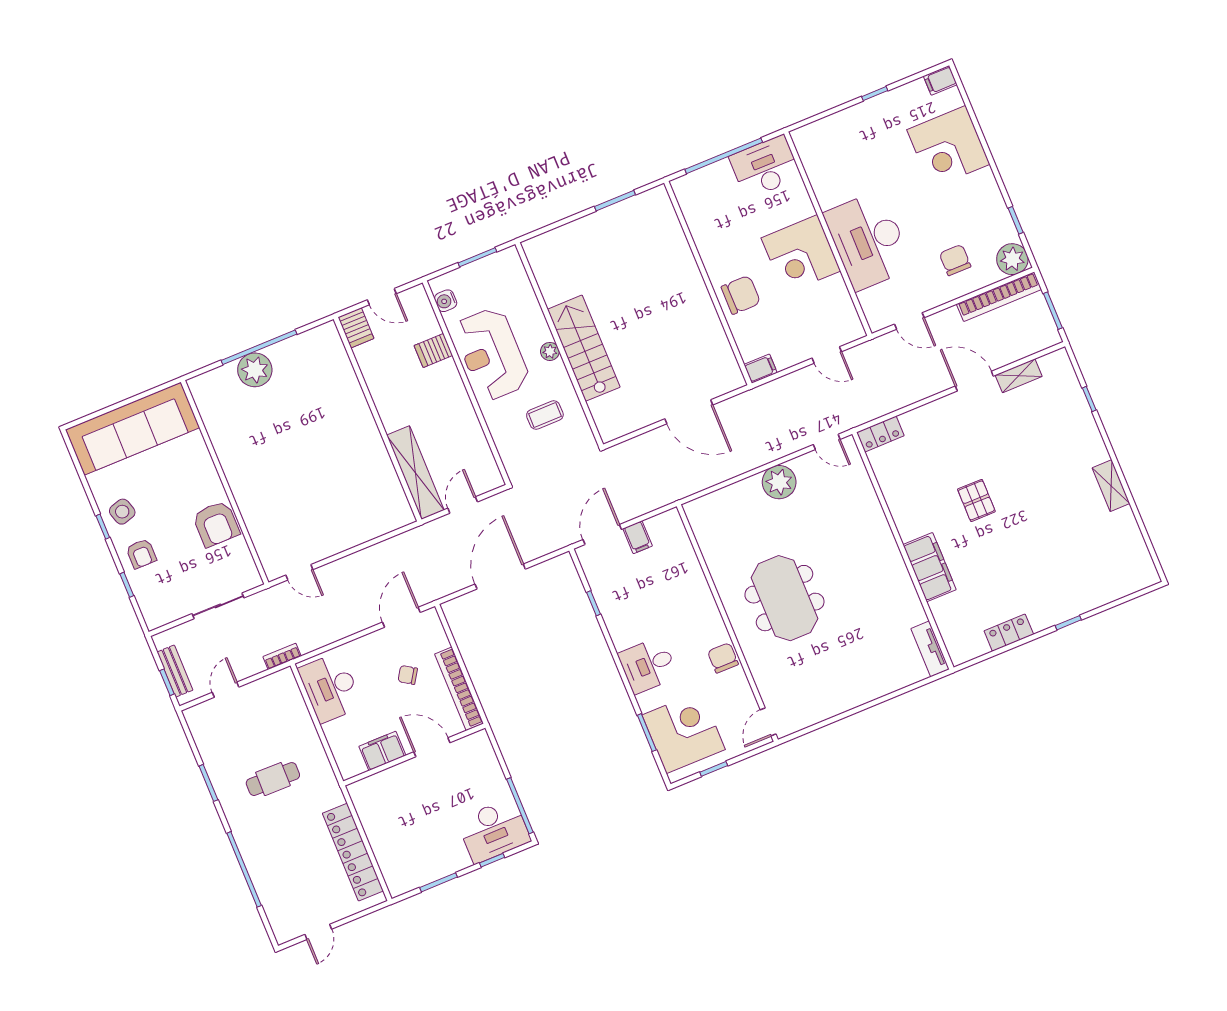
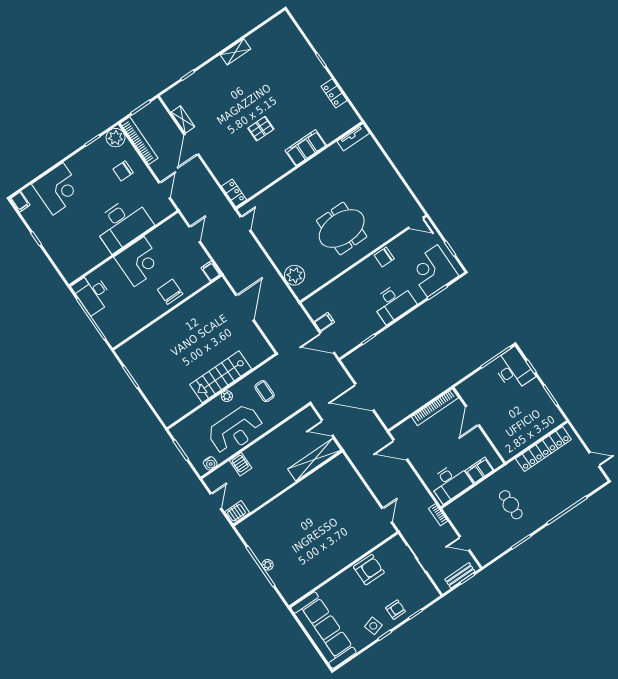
plant: (255, 370) -> (268, 565), width x0.53, depth x0.53
plant: (779, 482) -> (295, 275), moved
desk: (648, 665) -> (394, 303), width x1.37
chair: (408, 675) -> (433, 439), removed
filing cabinet: (382, 751) -> (480, 470), moved, turned 90

